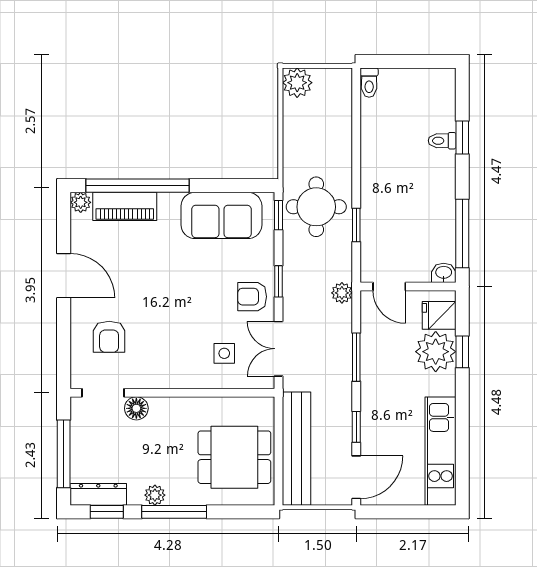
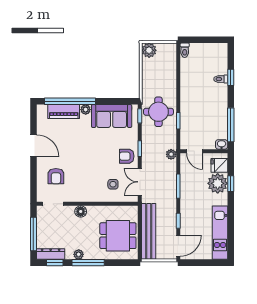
plant: (81, 202) -> (86, 110), moved
floor lamp: (136, 408) -> (81, 211), moved

